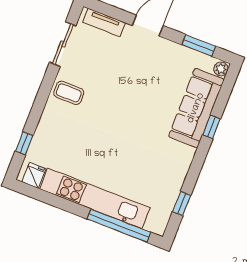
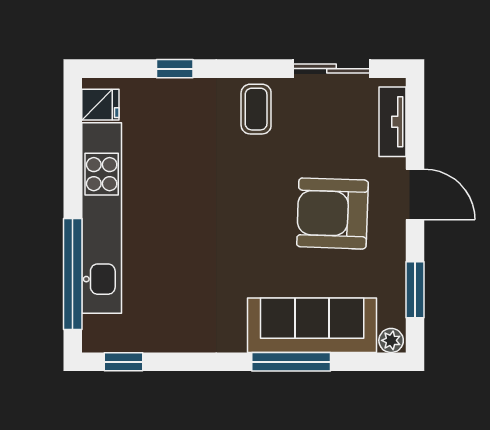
armchair: (141, 74) -> (332, 213), added
window: (211, 127) -> (291, 362), width x2.17
window: (24, 143) -> (175, 69), moved
window: (182, 203) -> (123, 362), moved

